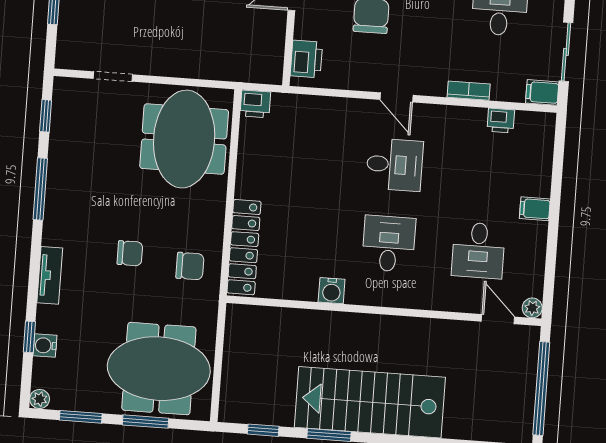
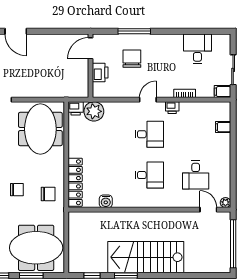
printer: (306, 59) -> (100, 72), moved
door: (397, 97) -> (148, 100), swing flipped
plant: (290, 112) -> (94, 111), added
printer: (501, 121) -> (172, 108), moved
filing cabinet: (535, 209) -> (223, 127), moved
desk: (389, 244) -> (149, 175), turned 90
water cooler: (332, 291) -> (106, 201), moved

